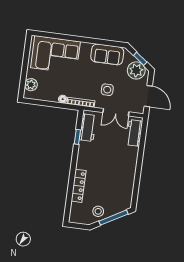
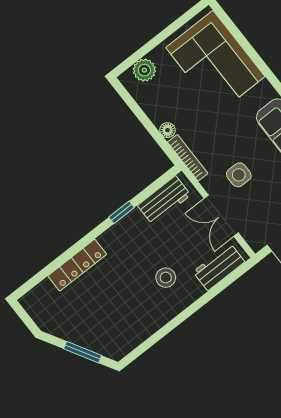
window: (77, 137) -> (121, 212), moved
stool: (98, 211) -> (166, 278), moved
window: (114, 218) -> (83, 352), width x0.69

